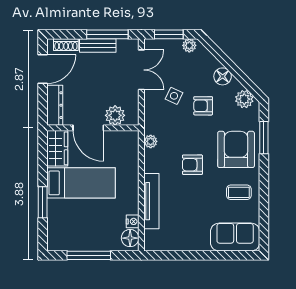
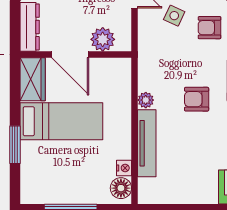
plant: (151, 141) -> (146, 100), moved

